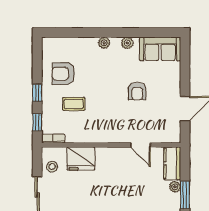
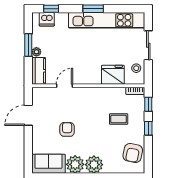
plant: (104, 43) -> (94, 165), width x1.88, depth x1.88
plant: (127, 43) -> (75, 164), width x1.88, depth x1.88
armchair: (64, 74) -> (133, 153), moved, turned 101
door: (140, 145) -> (64, 86), hinge flipped

